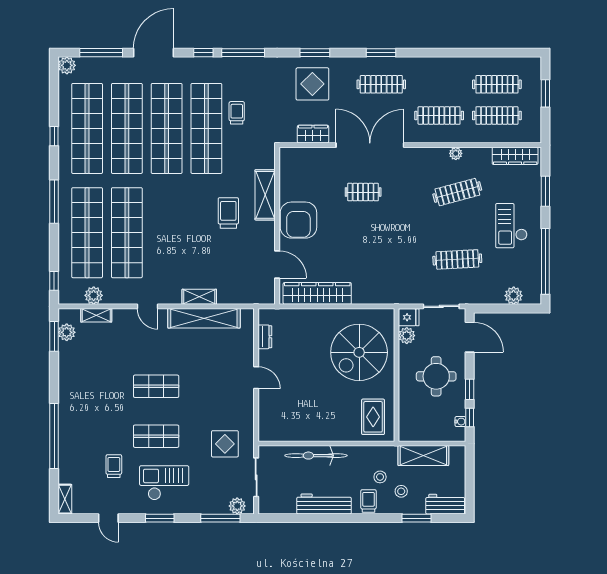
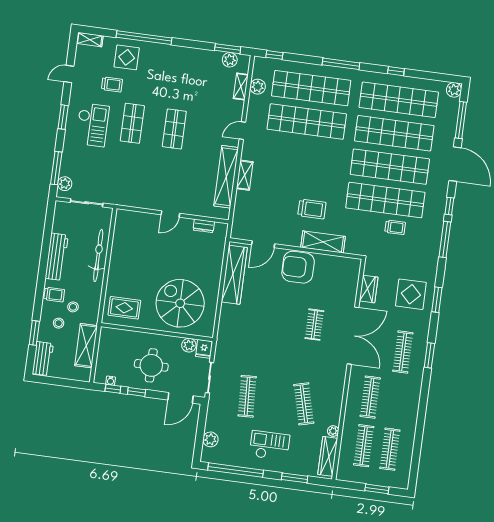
plant: (456, 153) -> (333, 431), moved
display table: (225, 444) -> (127, 57), moved

